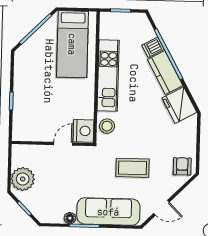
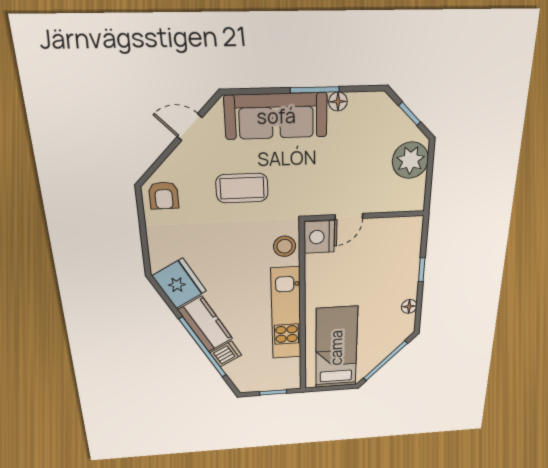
floor lamp: (19, 73) -> (409, 306), added

